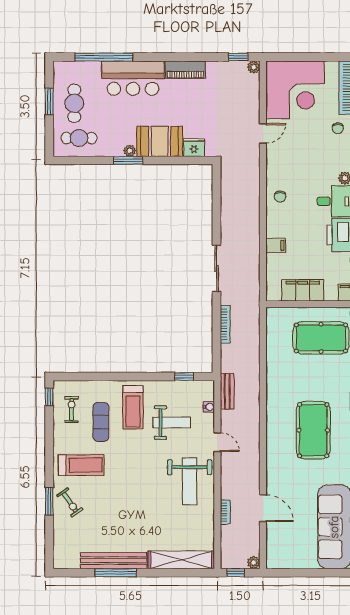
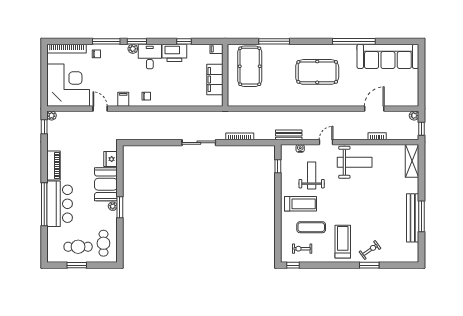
window: (104, 57) -> (44, 204), moved
filing cabinet: (276, 245) -> (123, 99), moved
shelving: (181, 560) -> (412, 161), width x0.68

